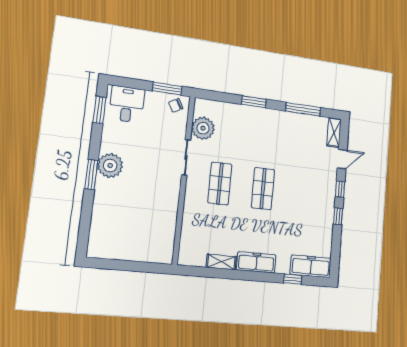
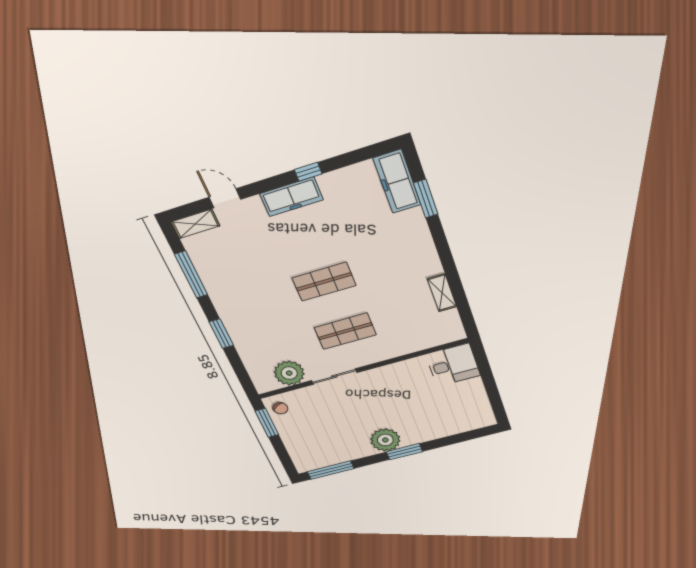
desk: (127, 104) -> (453, 365), moved, turned 180
window: (100, 110) -> (331, 470), width x1.44
window: (340, 189) -> (269, 184), removed
freezer: (256, 262) -> (291, 197), moved, turned -90
window: (293, 279) -> (426, 199), width x1.50

